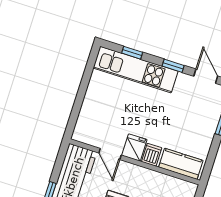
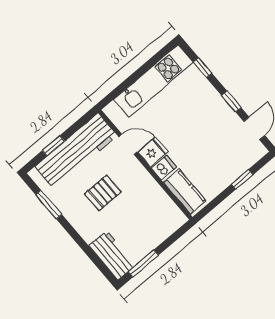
kitchen unit: (136, 70) -> (154, 81), moved, turned -90
door: (110, 154) -> (128, 144), swing flipped

